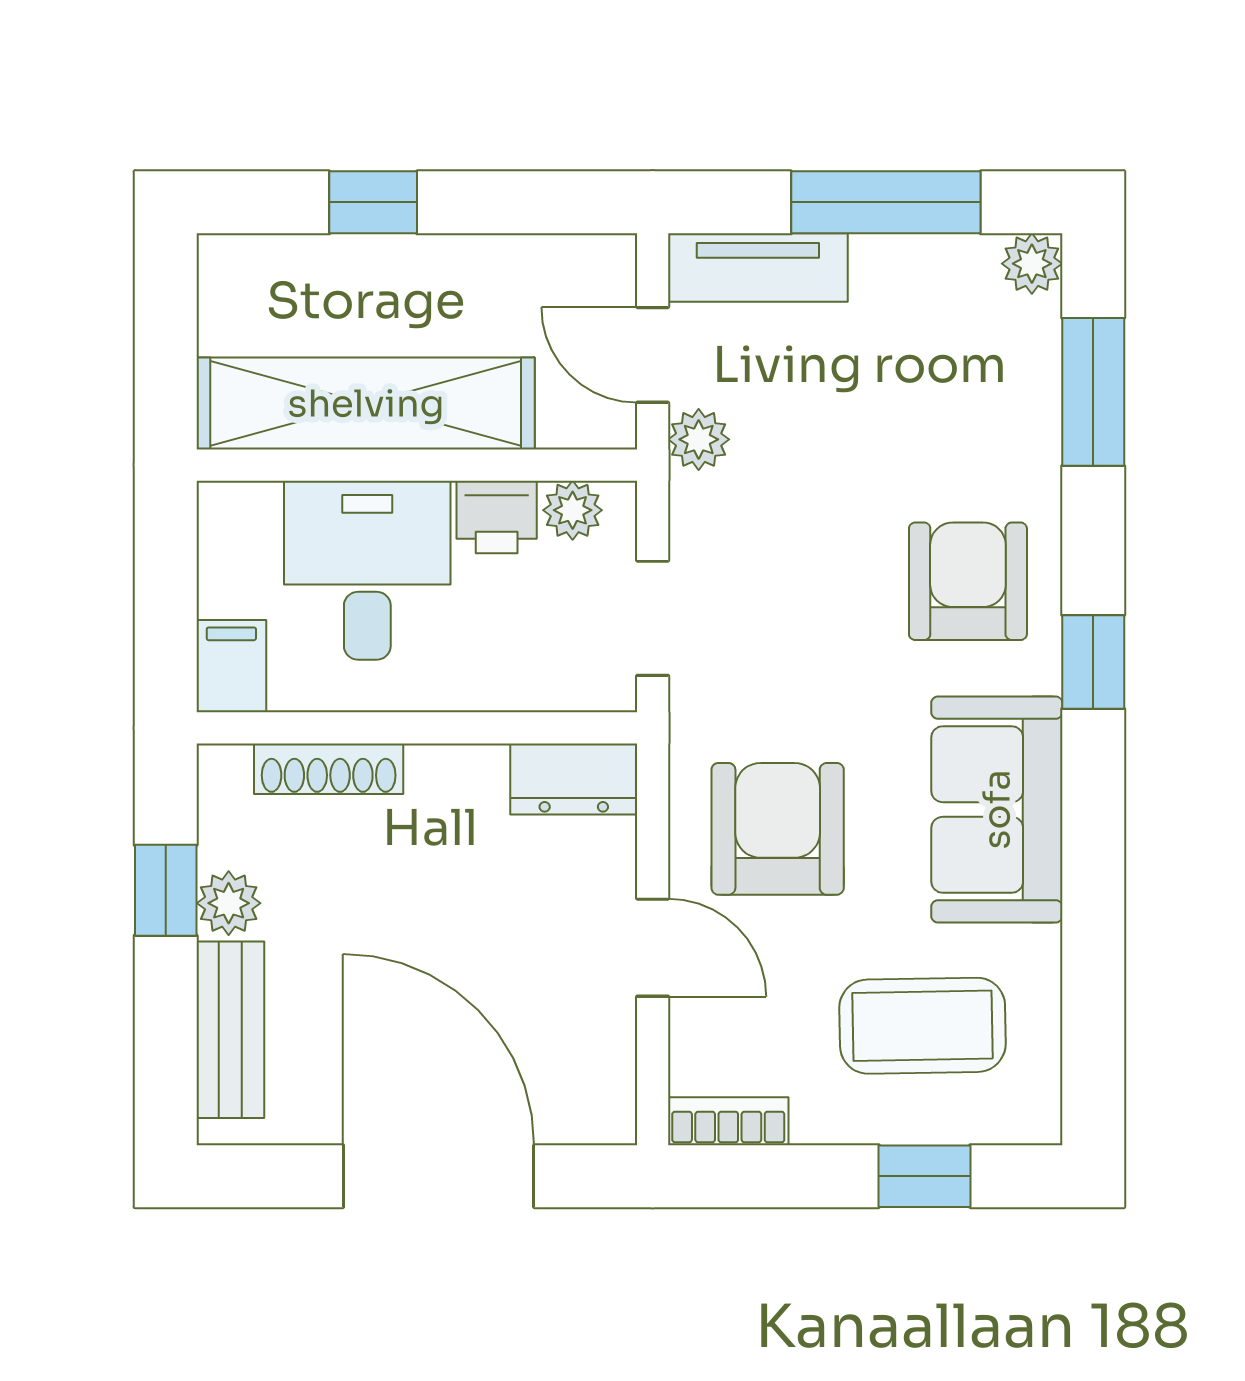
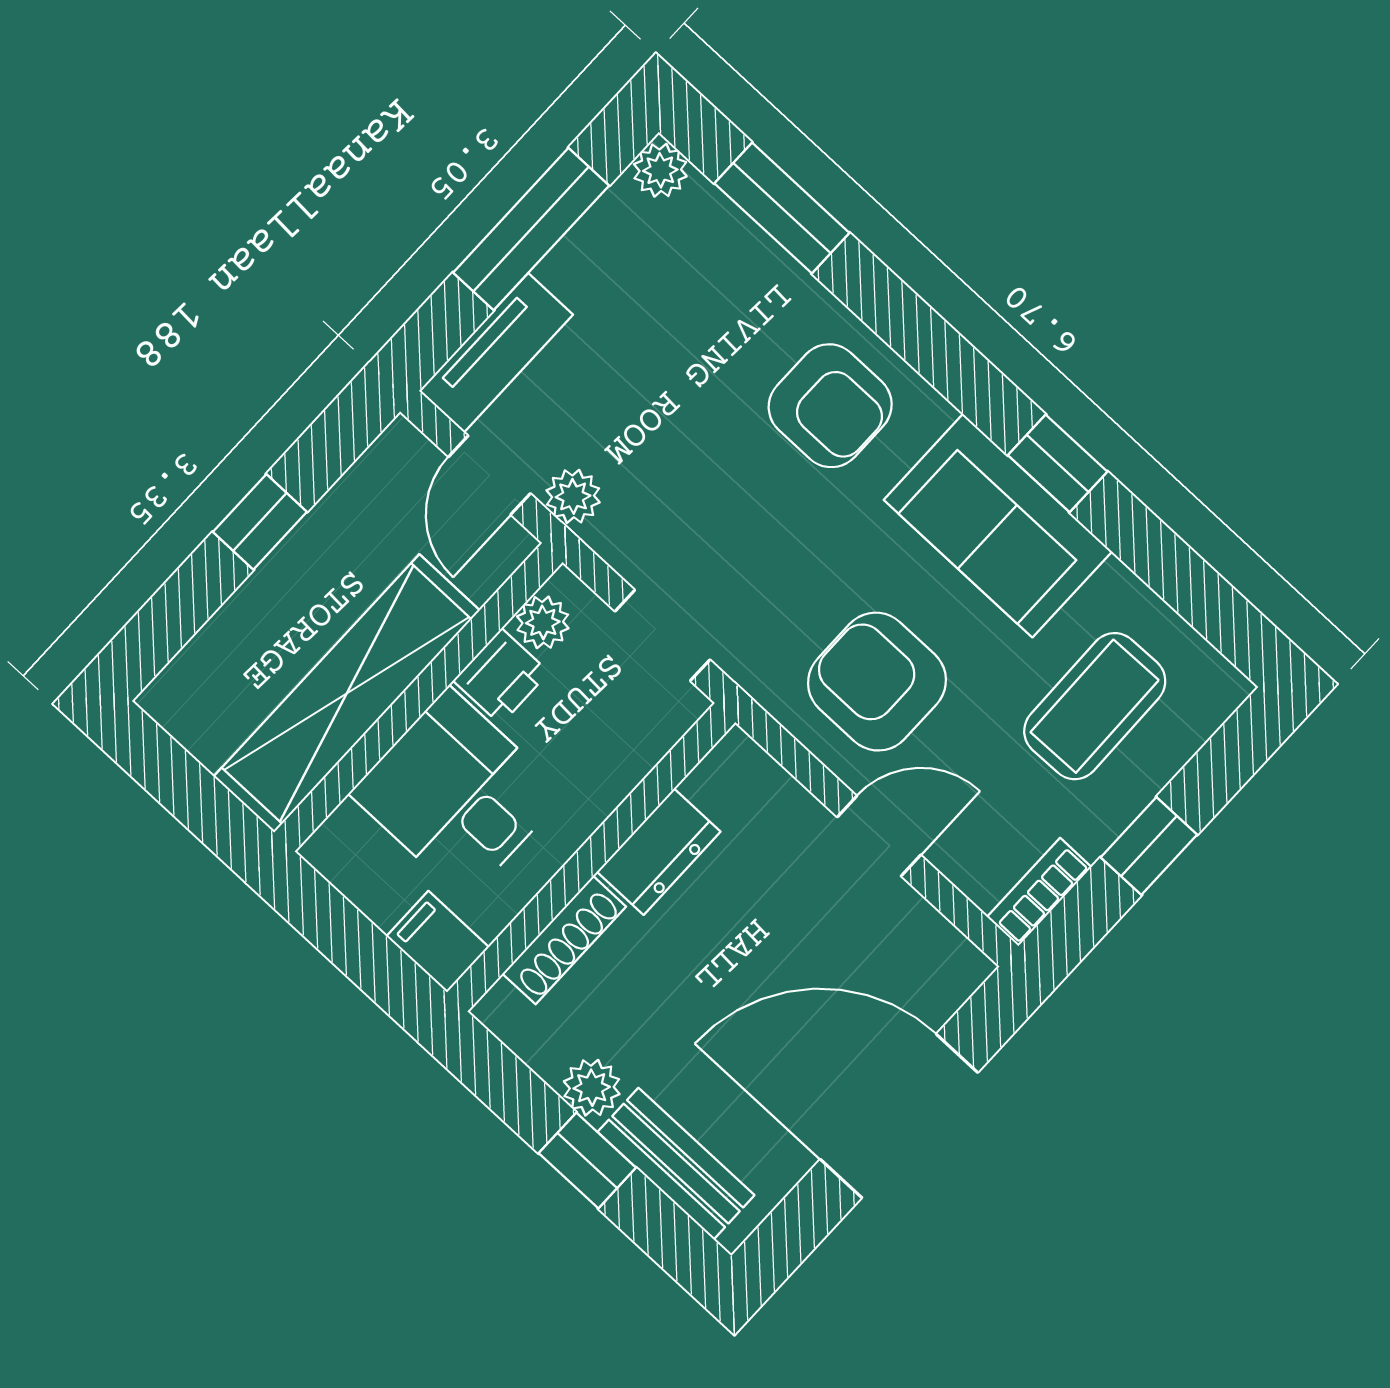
window: (373, 202) -> (260, 522), moved
door: (653, 355) -> (489, 475), hinge flipped
armchair: (968, 581) -> (830, 406), turned 180
window: (1093, 662) -> (1058, 463), moved
dresser: (574, 779) -> (659, 852), moved
window: (166, 890) -> (587, 1160), moved
window: (924, 1176) -> (1149, 846), moved

